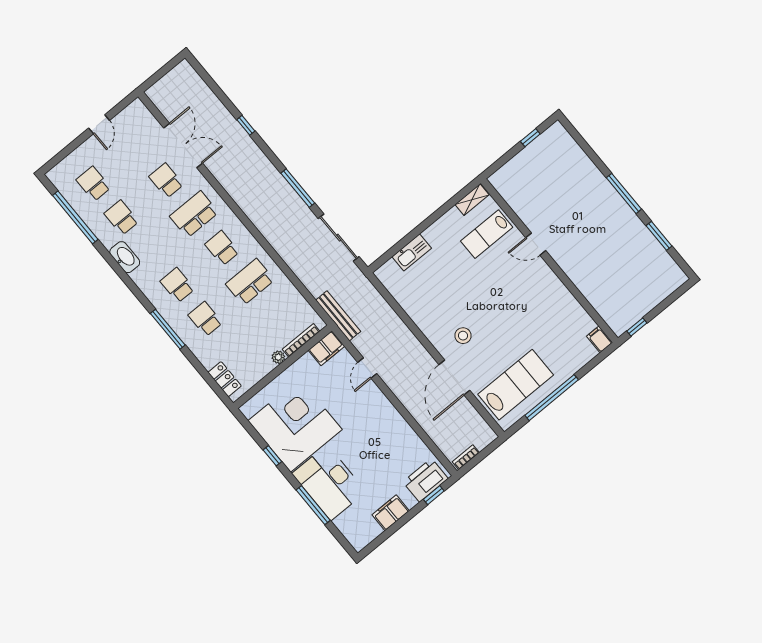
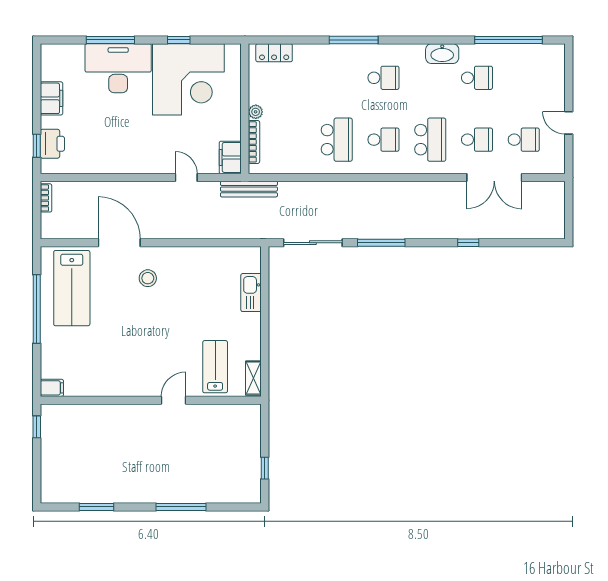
school desk: (93, 184) -> (524, 140), moved
window: (624, 193) -> (181, 507), moved
school desk: (205, 319) -> (337, 78), removed
printer: (425, 480) -> (52, 144), width x0.73, depth x0.84

